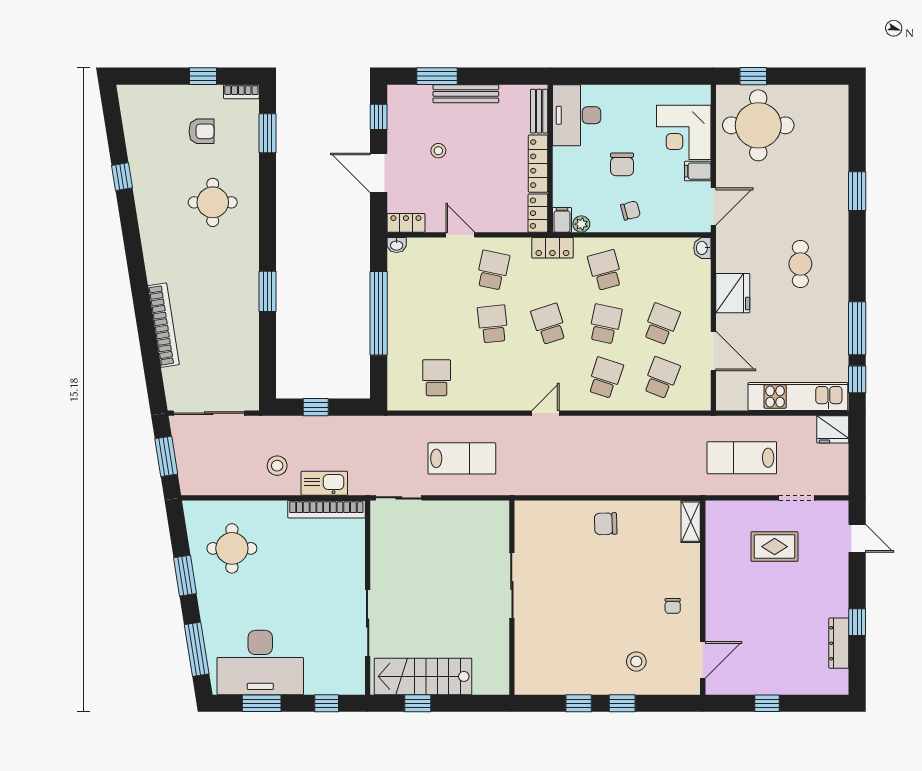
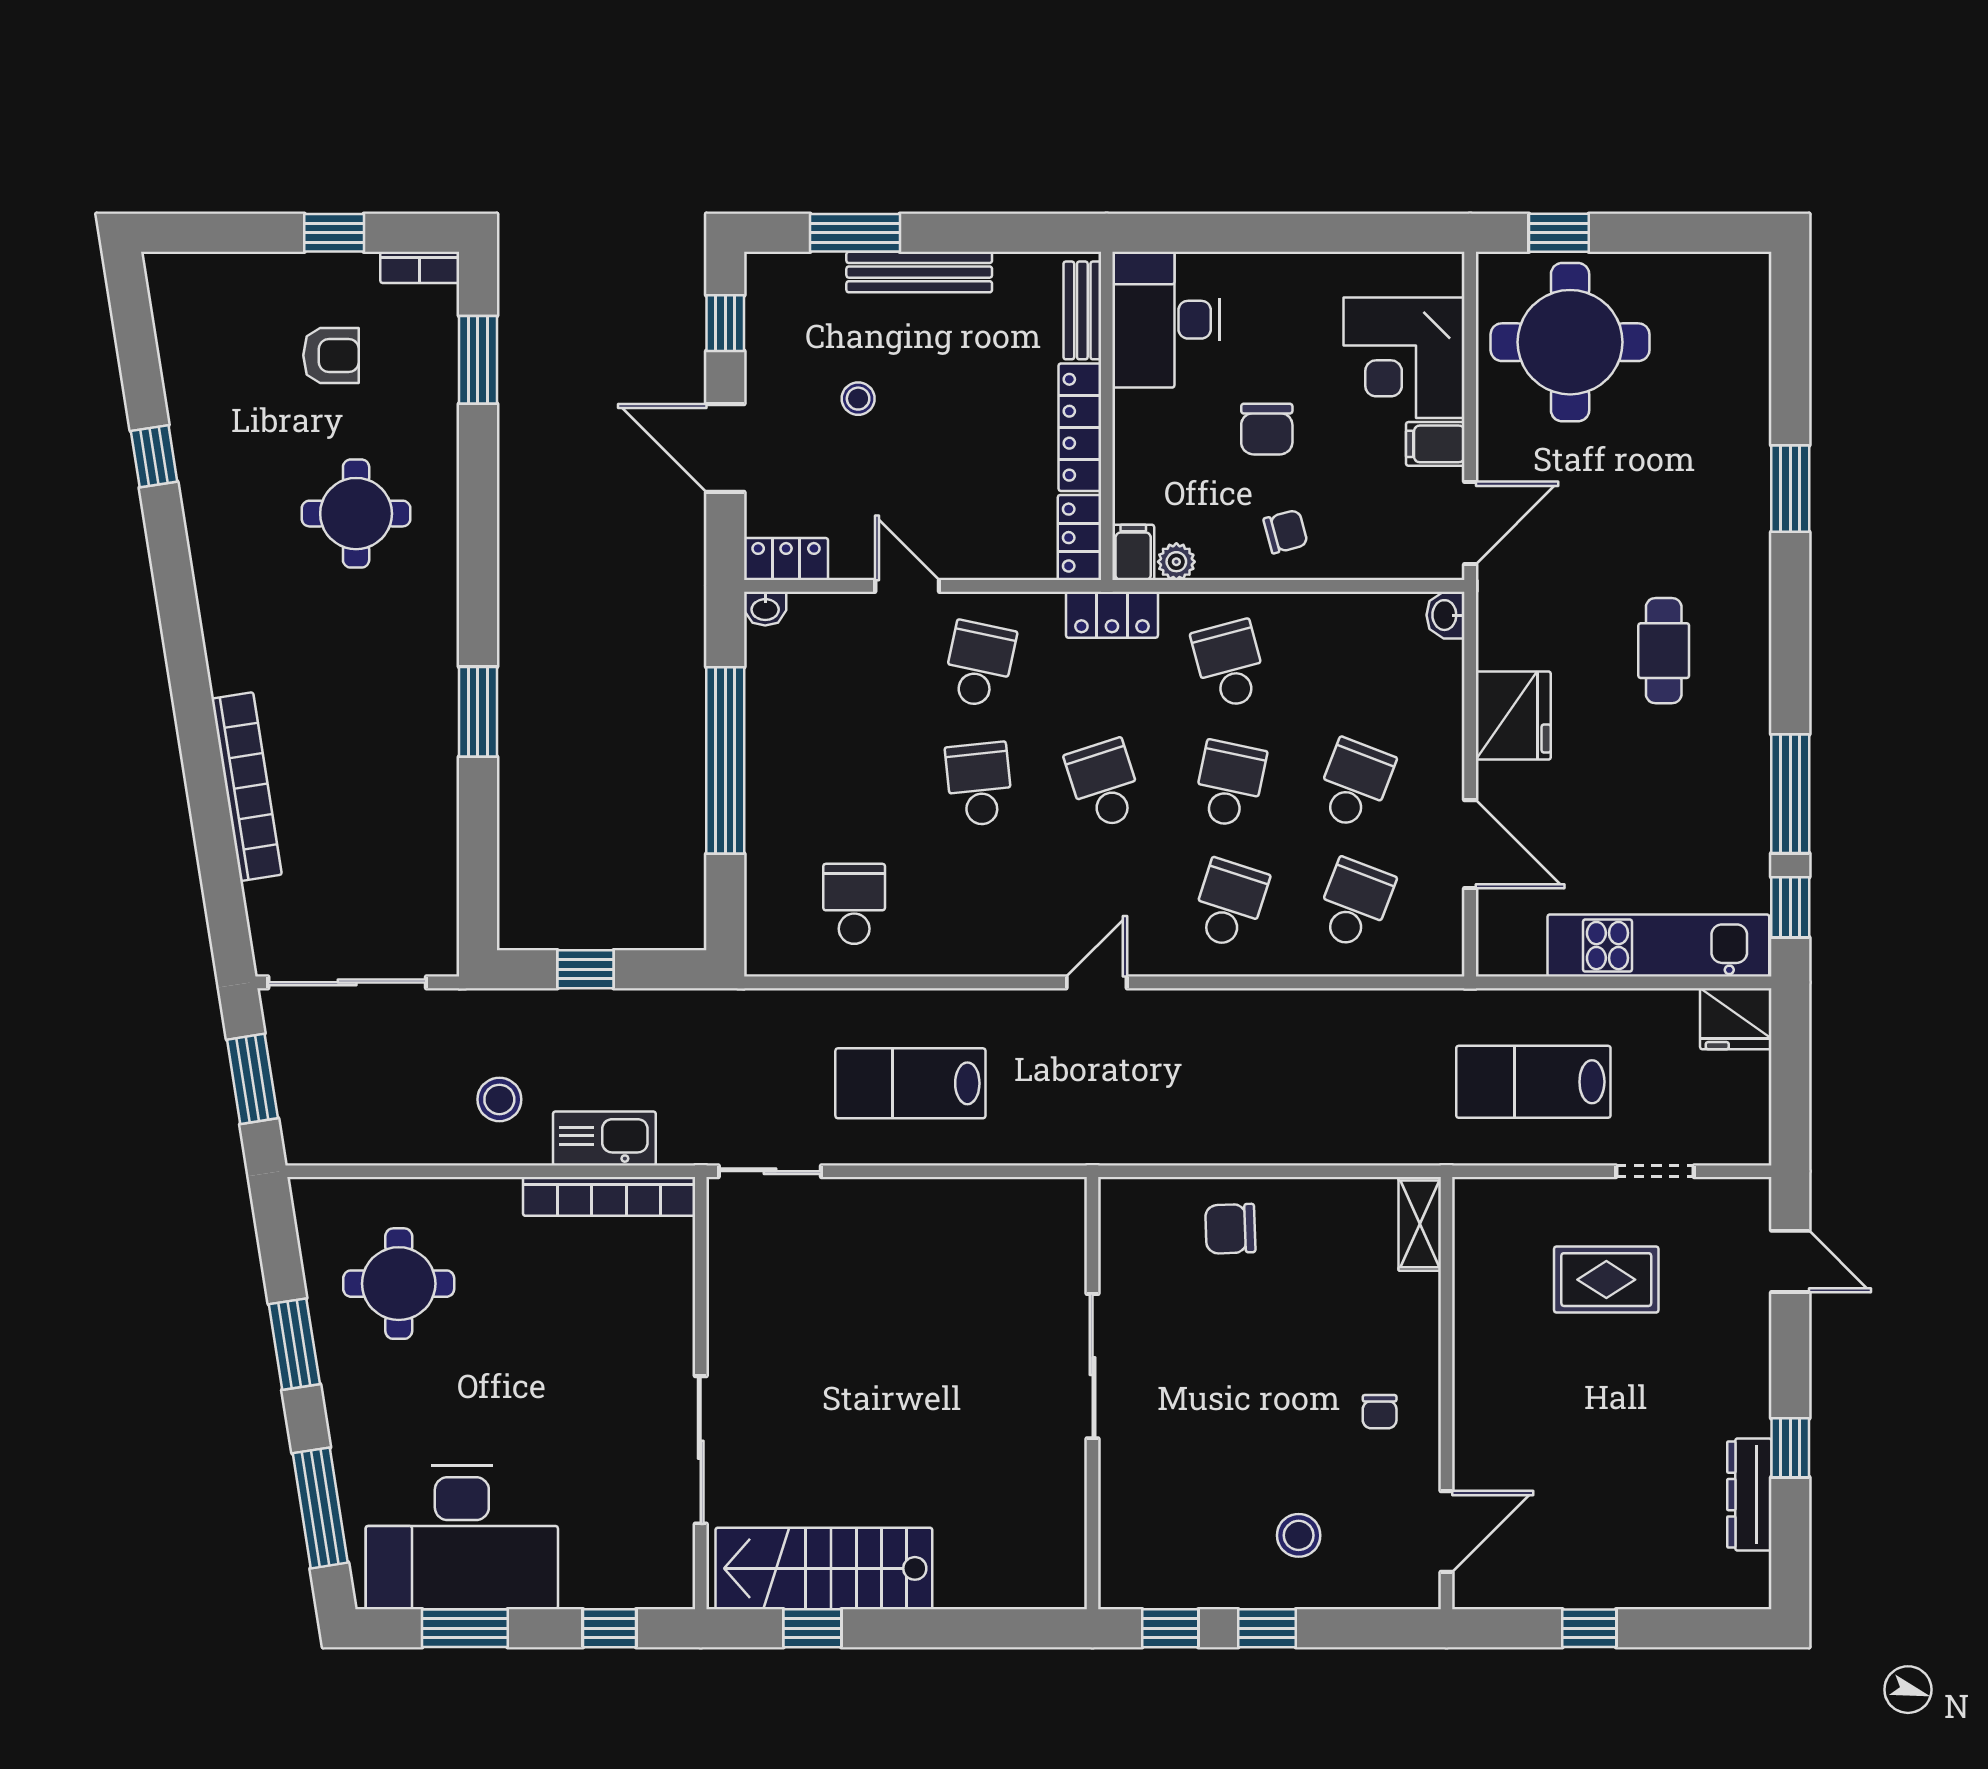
lab bench: (462, 458) -> (910, 1083), turned 180
sliding door: (512, 585) -> (1093, 1366), moved
wall: (512, 598) -> (1093, 1393), moved

